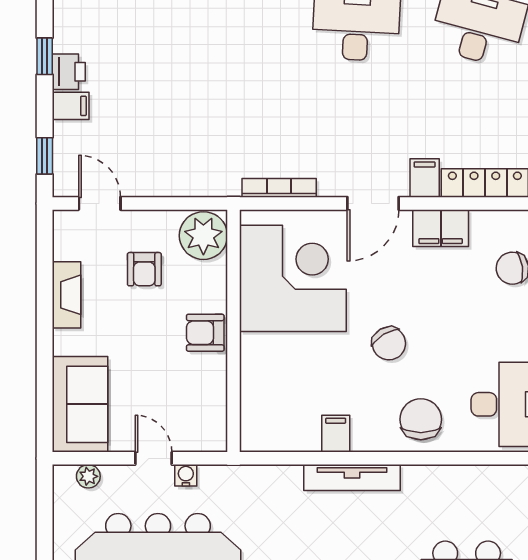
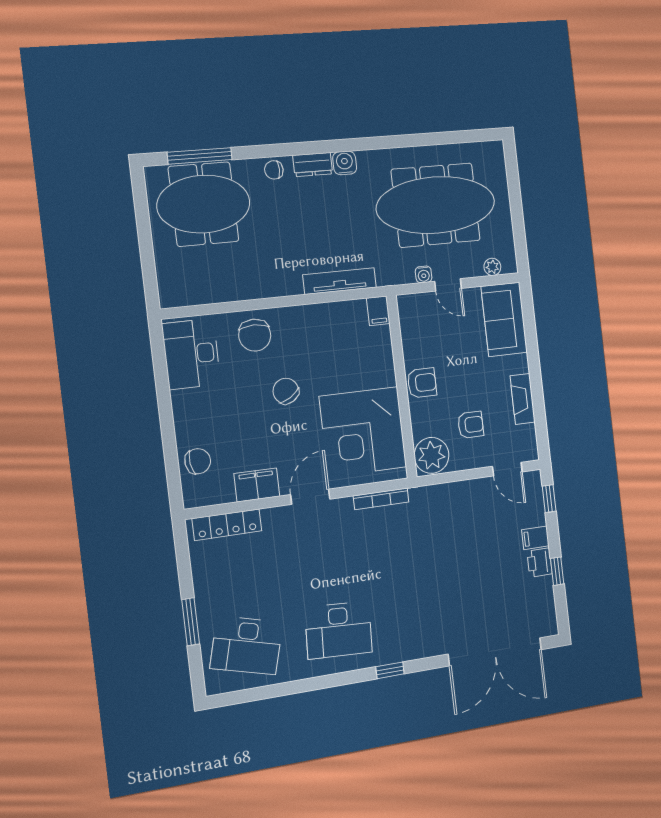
filing cabinet: (425, 178) -> (274, 522), removed
armchair: (144, 269) -> (471, 425), turned 90
filing cabinet: (336, 434) -> (378, 311), moved
tv unit: (352, 478) -> (340, 281), moved

